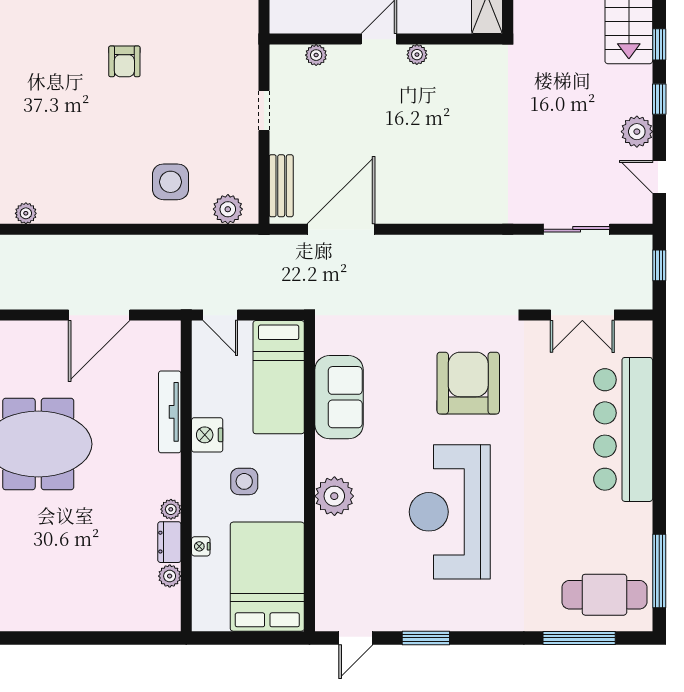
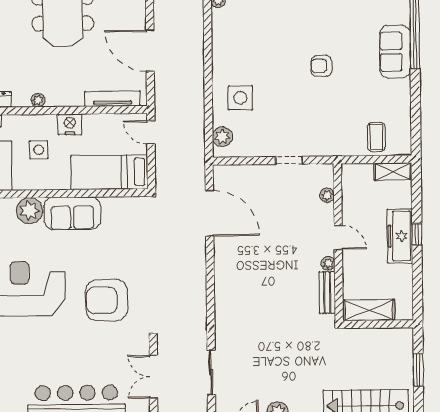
bench: (281, 186) -> (327, 293), moved, turned 90
door: (220, 315) -> (151, 132), hinge flipped
armchair: (468, 383) -> (107, 300), turned 180
sofa: (339, 397) -> (72, 213), moved
tv unit: (170, 412) -> (112, 99), moved
plant: (171, 509) -> (38, 100), moved

